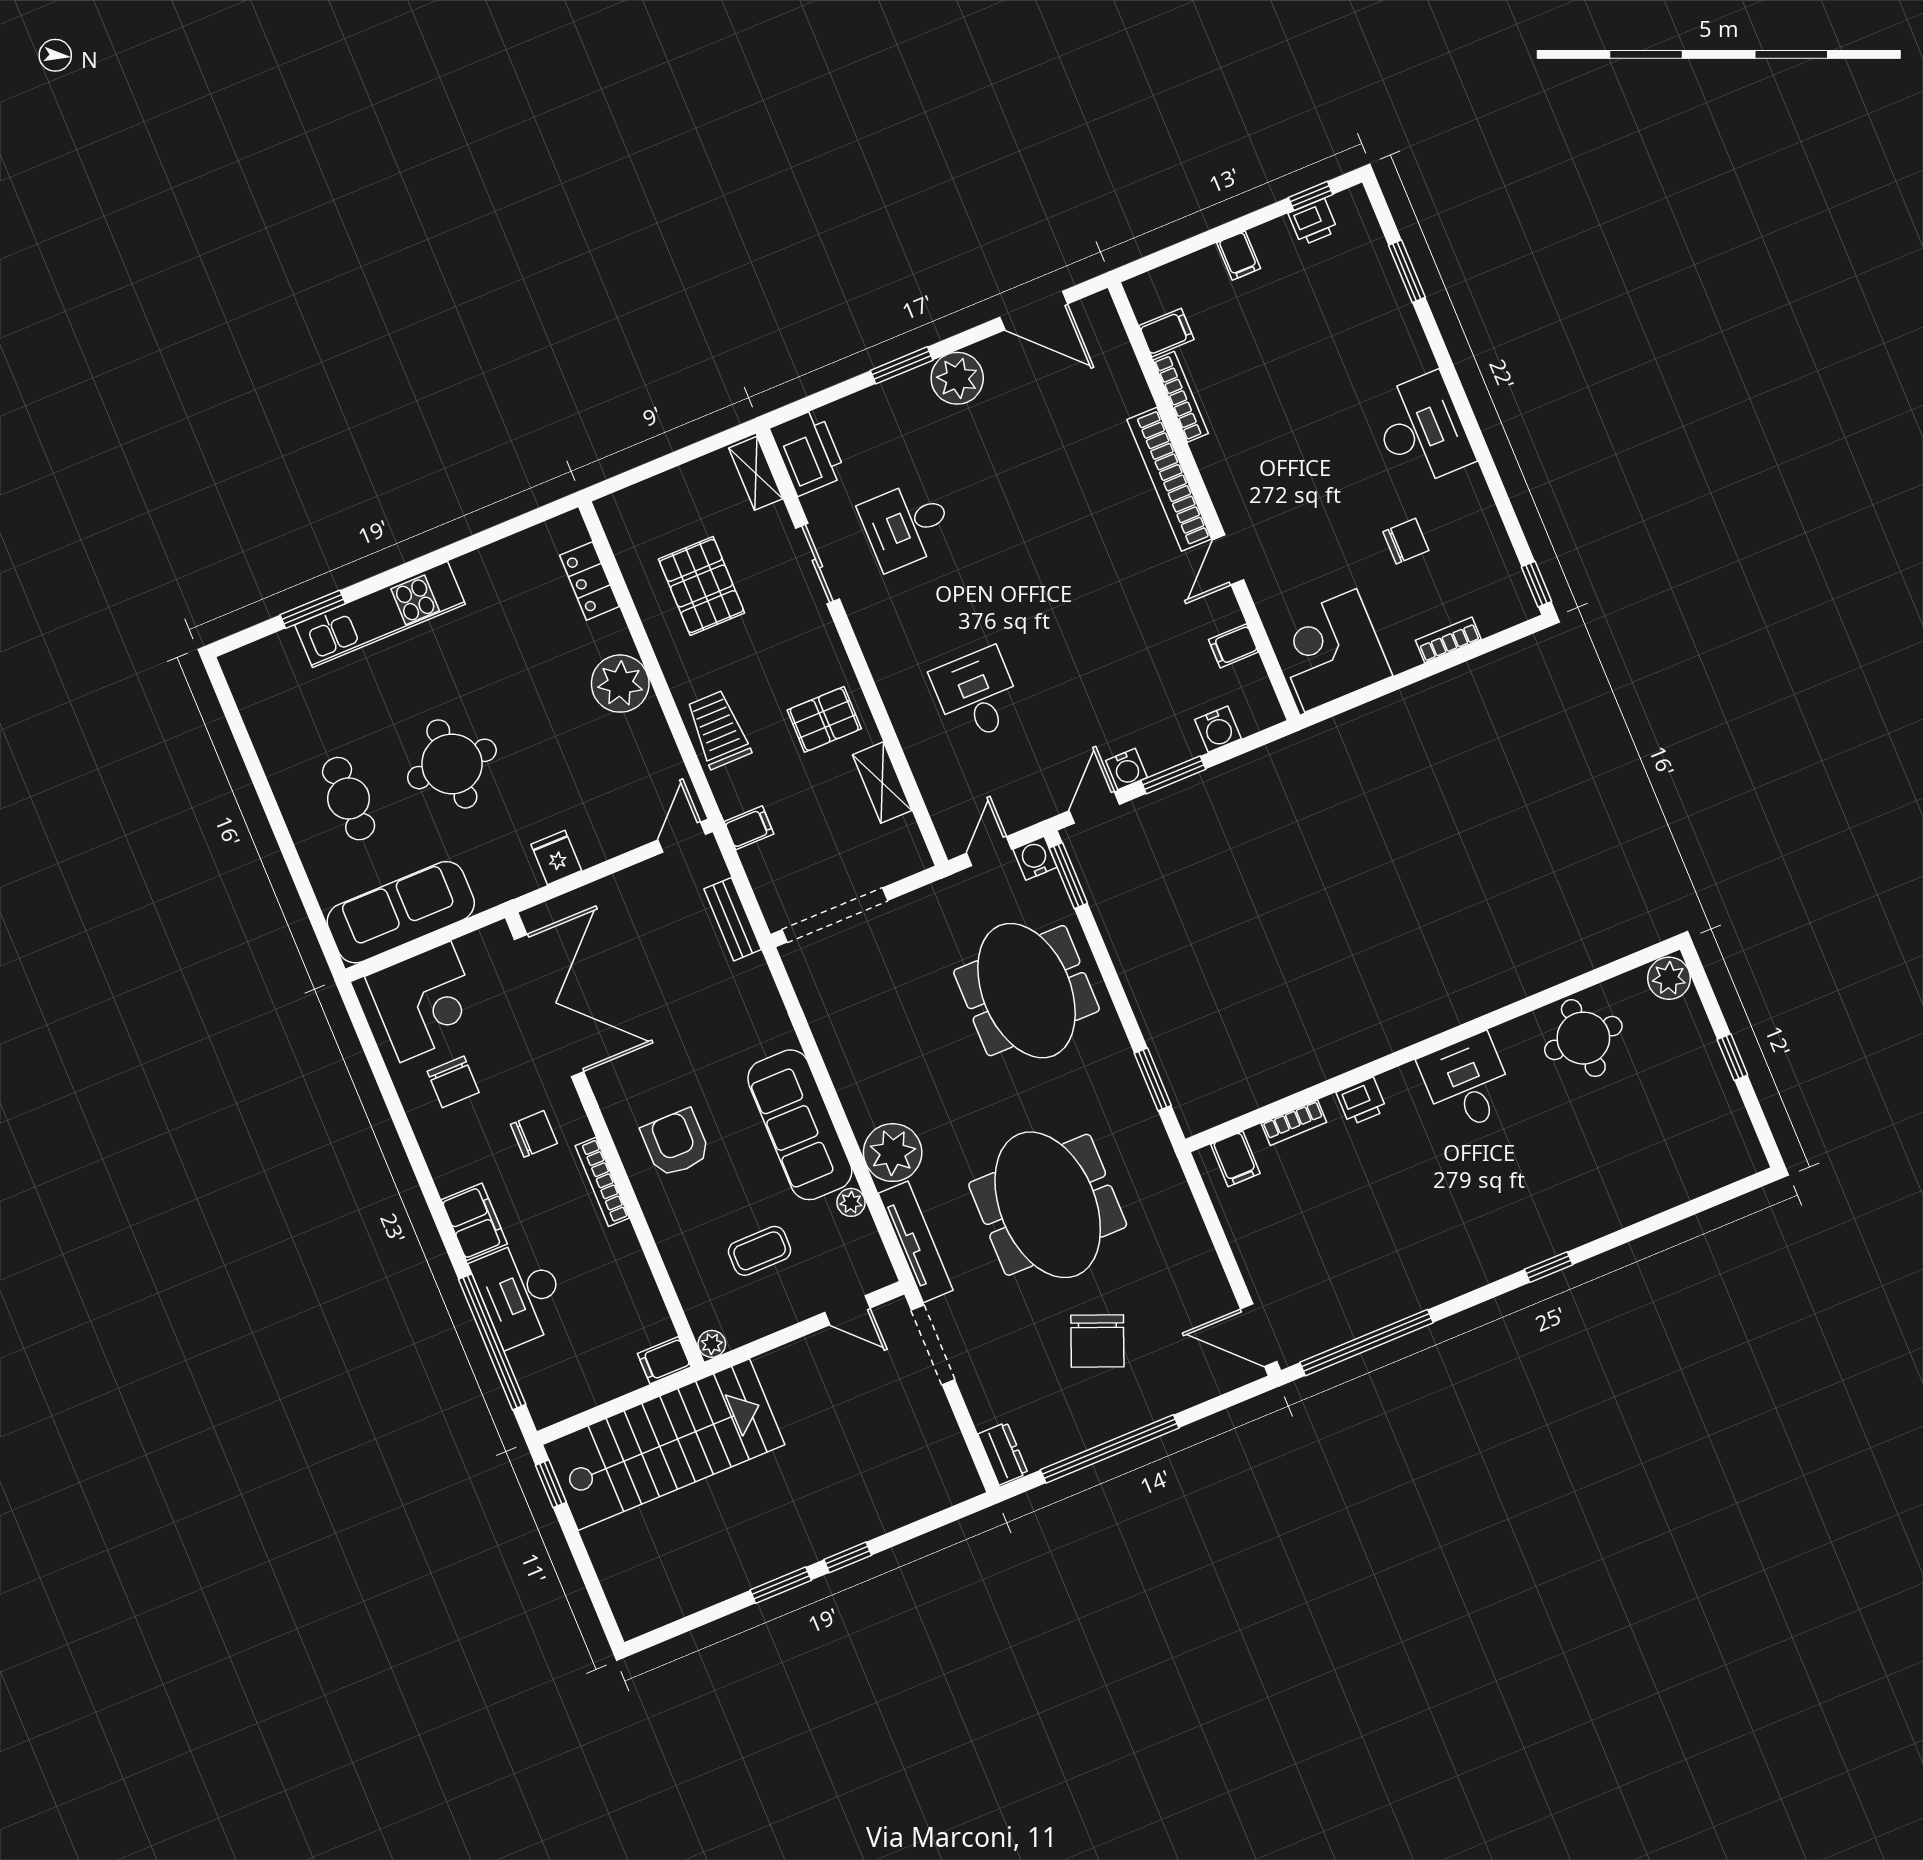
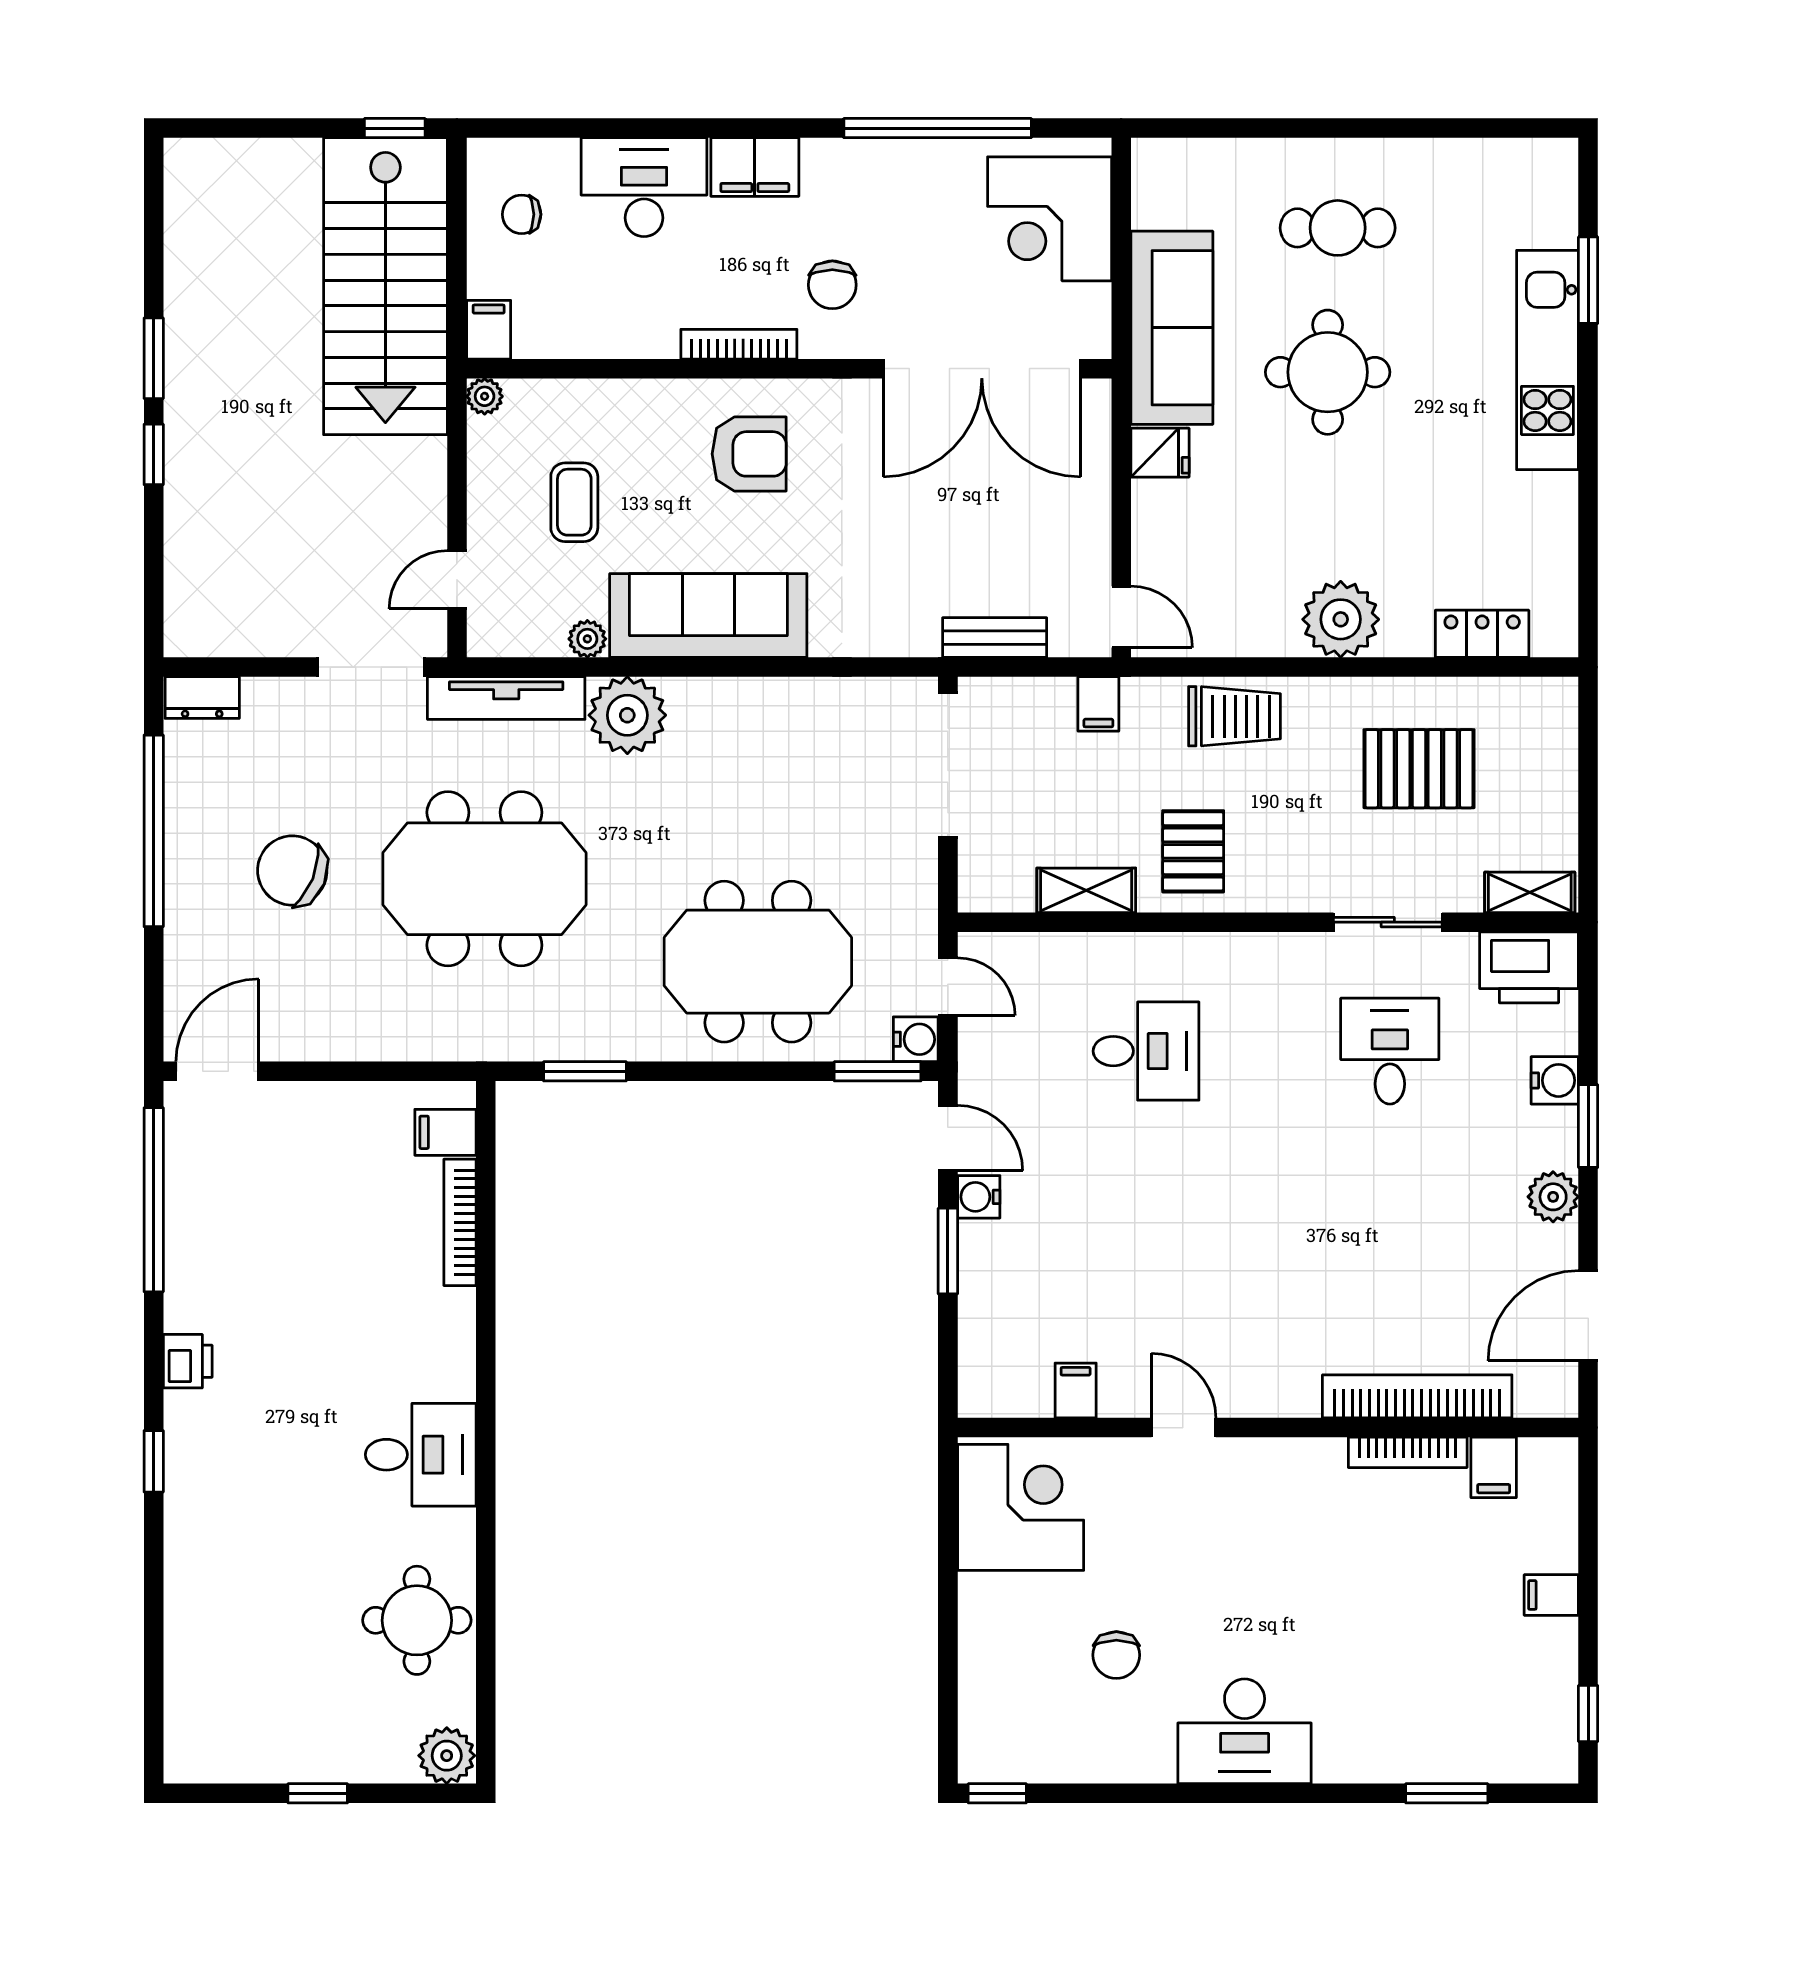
printer: (1313, 222) -> (1555, 1703), removed
plant: (957, 378) -> (1553, 1197), width x0.73, depth x0.73
bookcase: (1169, 479) -> (1417, 1396), moved
bookcase: (1448, 640) -> (974, 1657), removed
water cooler: (1218, 729) -> (1555, 1080), moved, turned 180
sofa: (401, 912) -> (1172, 328), moved
chair: (453, 1082) -> (522, 214), moved, width x0.73, depth x0.73
printer: (1362, 1101) -> (188, 1361), moved, turned 180
bookcase: (1294, 1123) -> (460, 1222), width x1.56
window: (492, 1342) -> (938, 128), moved

